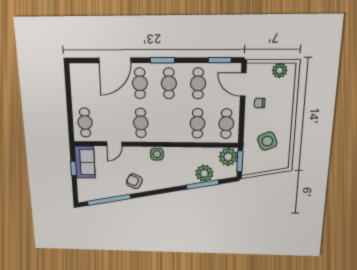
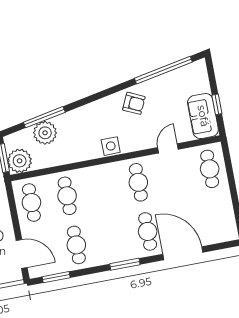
door: (115, 60) -> (183, 253), hinge flipped
cafe table: (169, 83) -> (112, 238), removed

